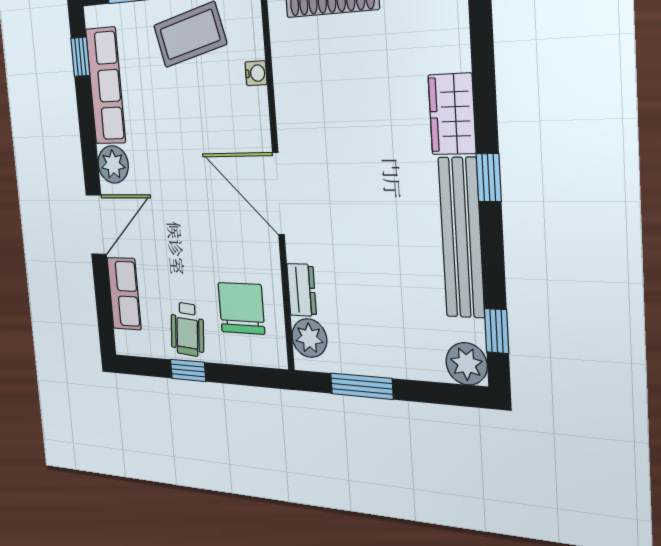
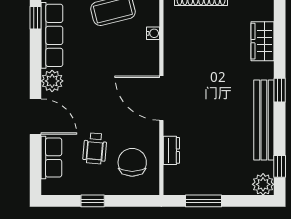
wardrobe: (452, 114) -> (263, 41), moved
door: (96, 225) -> (35, 117), hinge flipped
wheelchair: (187, 329) -> (95, 148), moved
plant: (309, 338) -> (174, 177), removed

